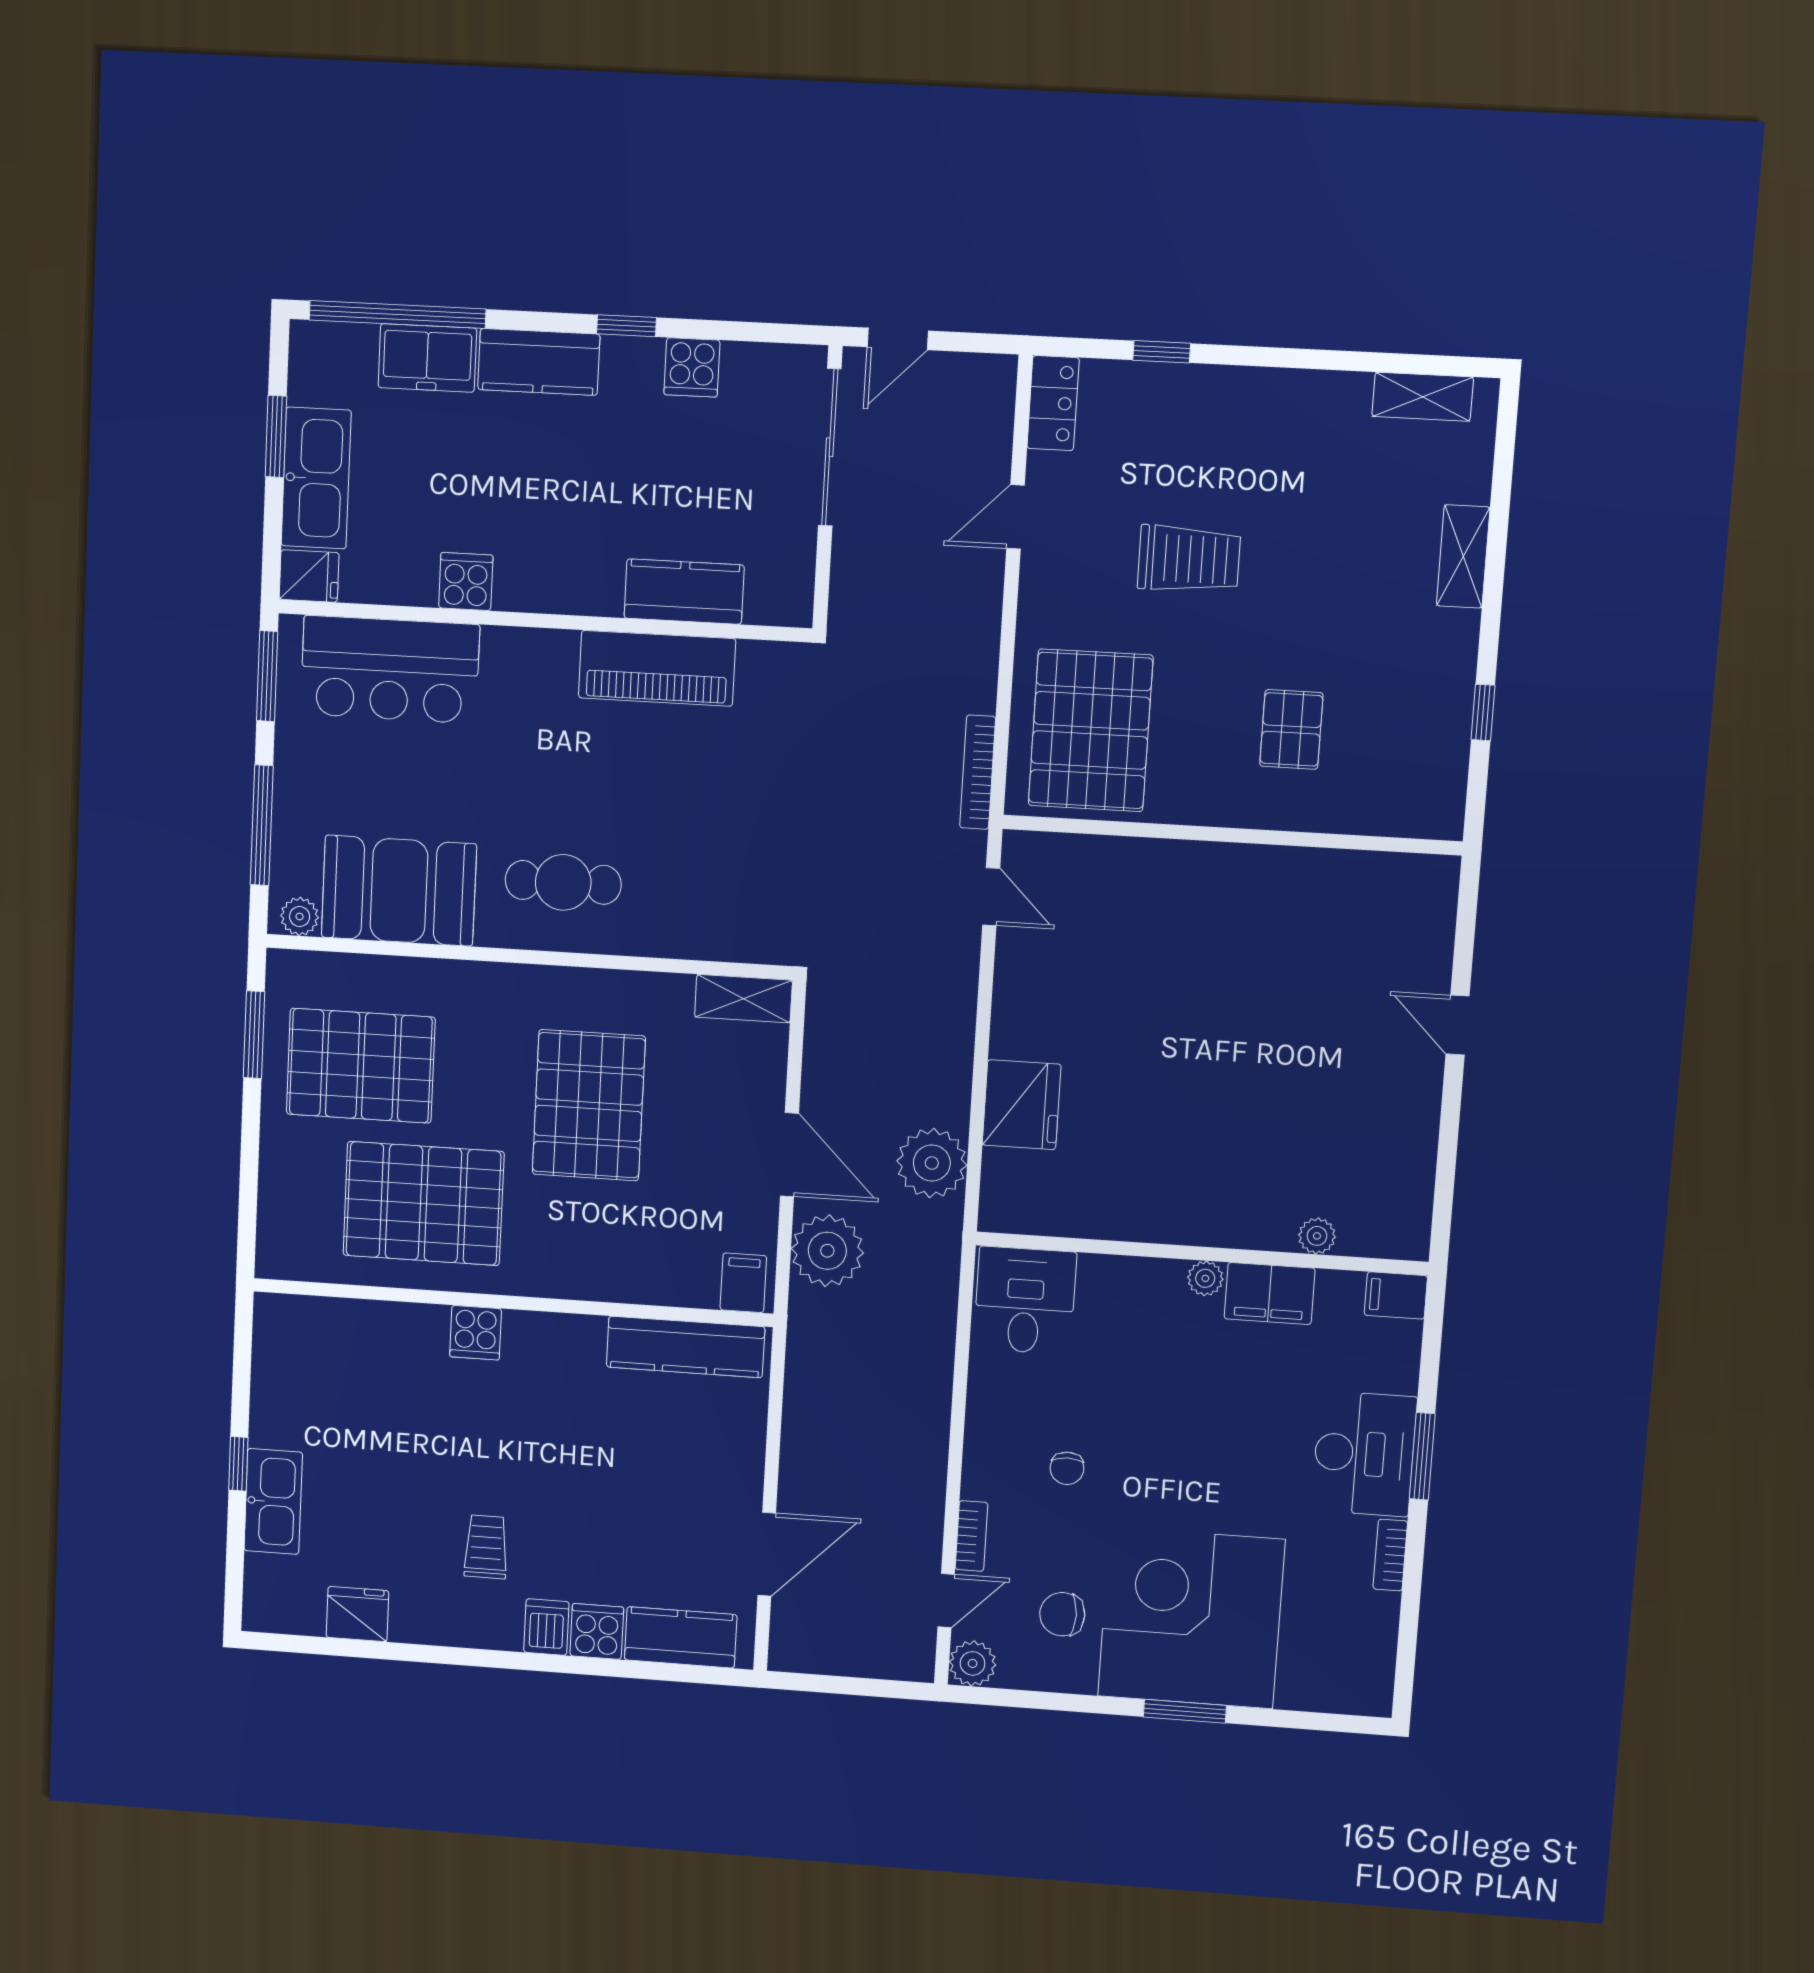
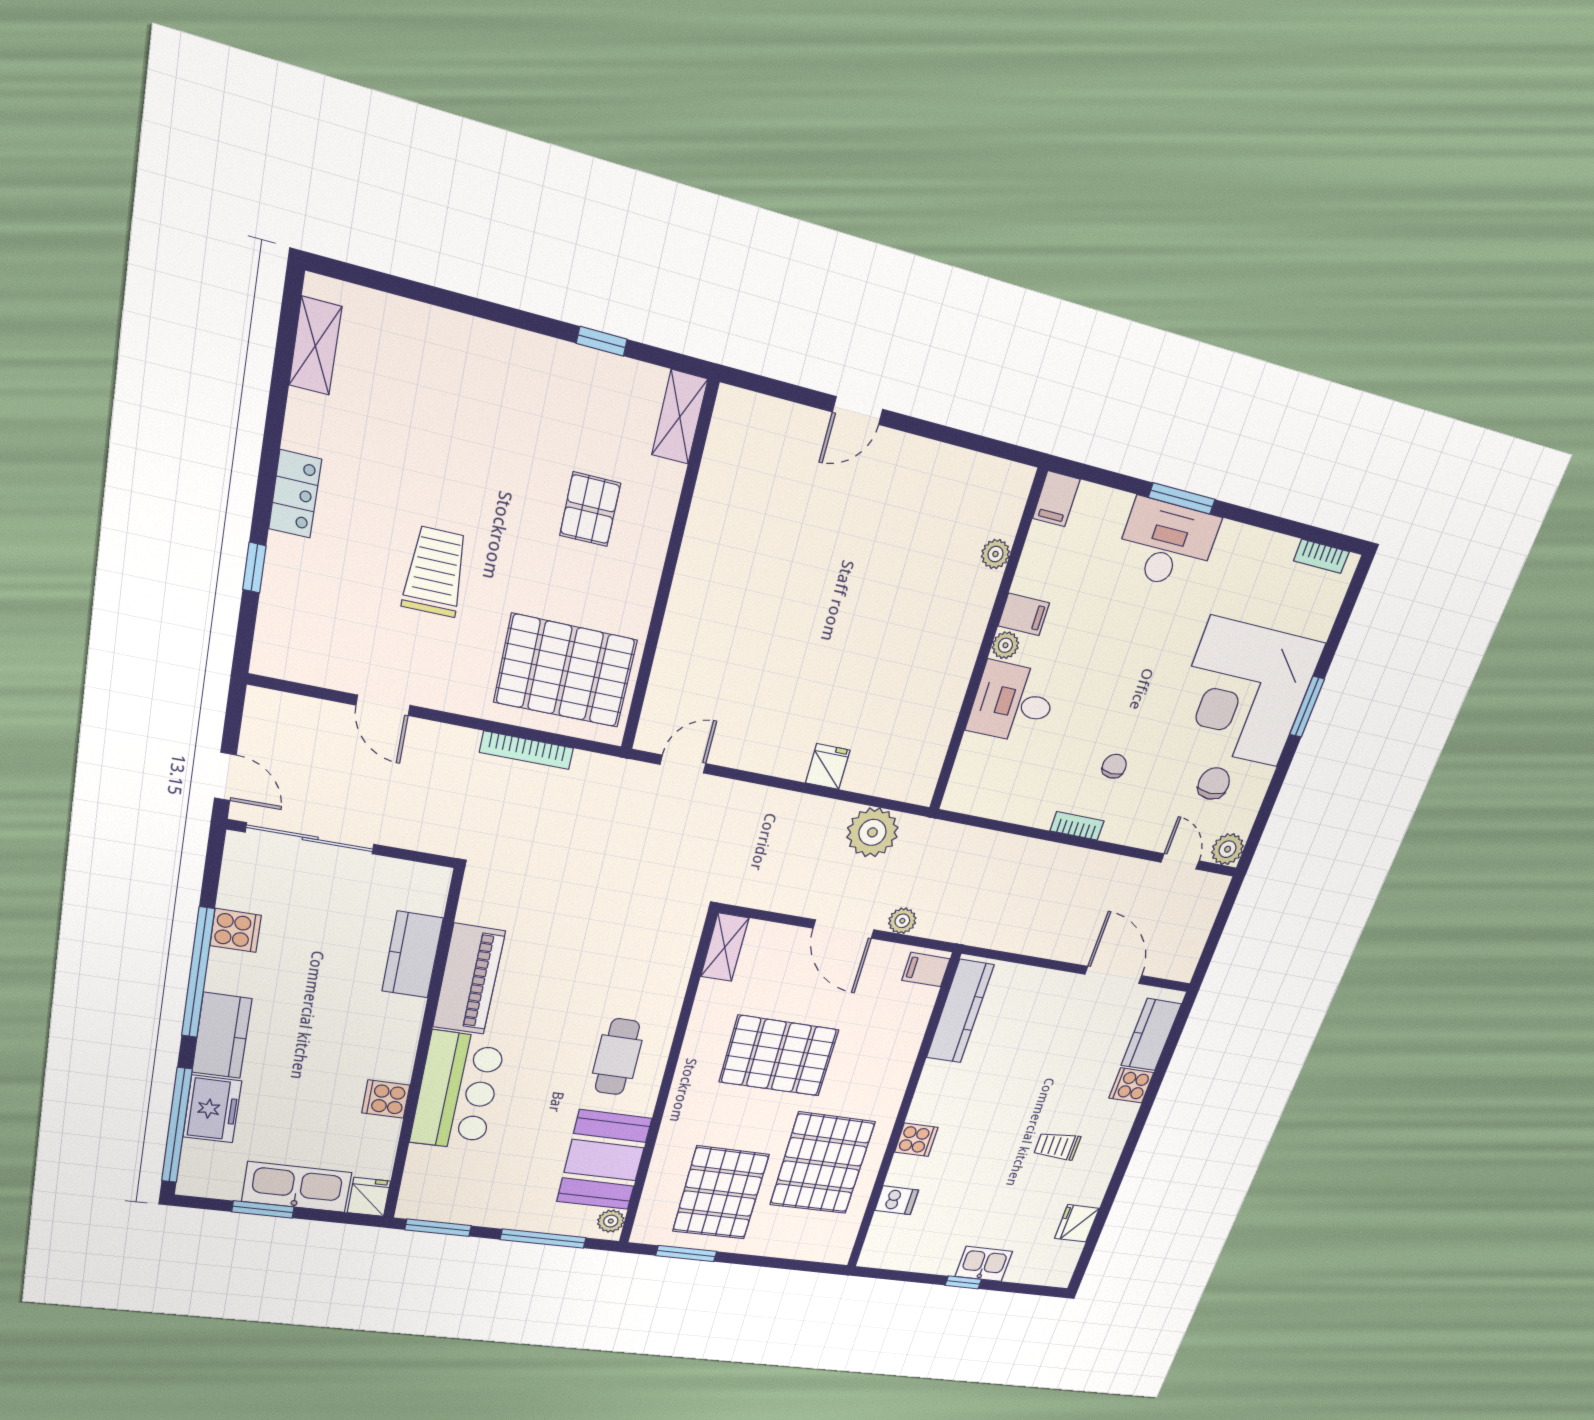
window: (626, 326) -> (198, 973), width x3.17
locker: (1053, 403) -> (295, 494), moved, turned 90
shelving: (1463, 556) -> (680, 417), moved, turned 90
bar counter: (390, 669) -> (457, 1091), moved
pallet: (1291, 729) -> (590, 509), turned 90
bookcase: (978, 772) -> (527, 750), moved
fridge: (1022, 1105) -> (828, 766), width x0.53, depth x0.75
door: (789, 1155) -> (844, 929), swing flipped
plant: (827, 1251) -> (902, 921), width x0.53, depth x0.53
filing cabinet: (1270, 1294) -> (1024, 614), width x0.50
desk: (1025, 1300) -> (1013, 703), moved
chair: (1067, 1468) -> (1114, 766), turned -87
kitchen sink: (273, 1501) -> (984, 1264), width x0.73
bookcase: (971, 1536) -> (1077, 826), moved
bookcase: (1390, 1555) -> (1321, 556), moved
chair: (1062, 1614) -> (1214, 783), turned 180
dishwasher: (546, 1627) -> (897, 1200), moved, turned 180

